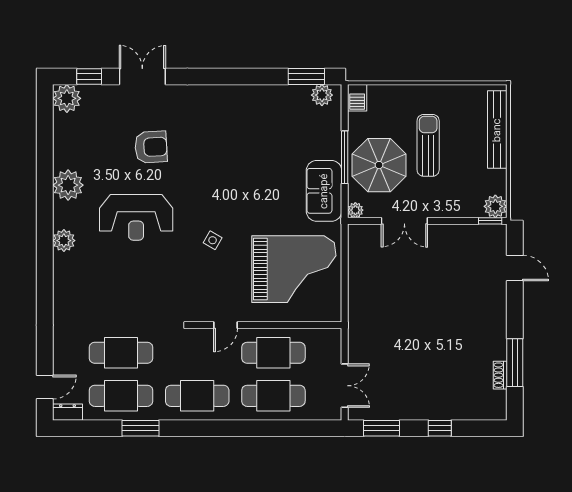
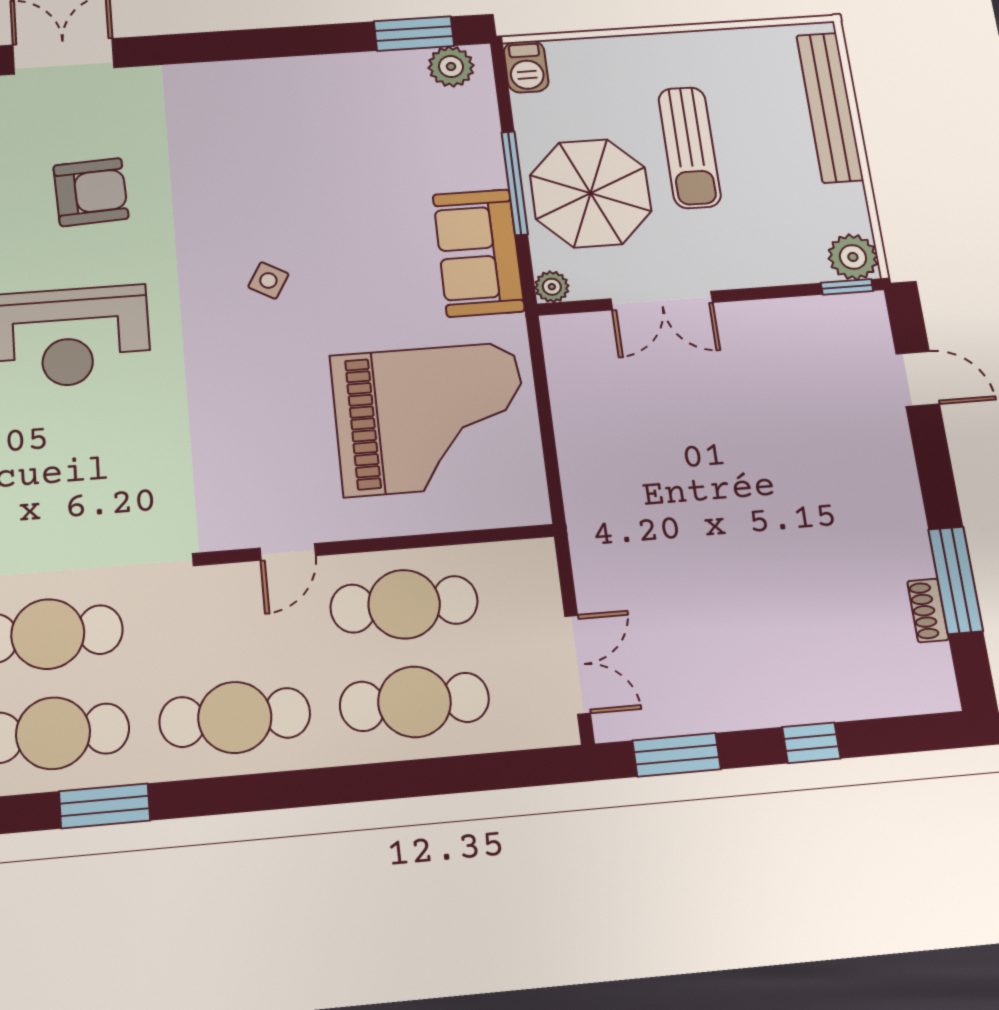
sun lounger: (428, 145) -> (689, 147), turned 180
side table: (213, 240) -> (268, 280), moved

